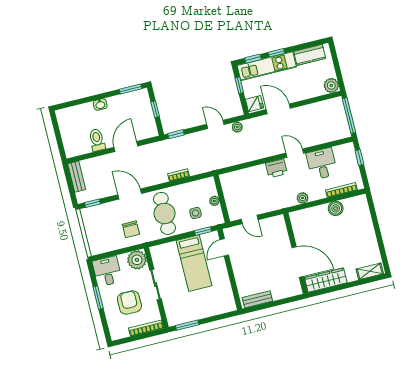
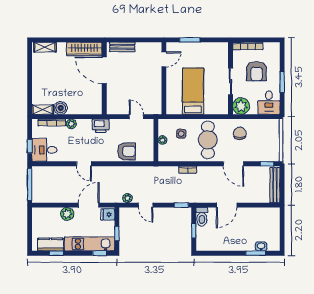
window: (276, 53) -> (56, 253), moved
plant: (331, 85) -> (67, 214), moved
window: (130, 89) -> (256, 253), moved
washbasin: (100, 104) -> (261, 246), moved
door: (278, 109) -> (89, 205), swing flipped
toilet: (97, 140) -> (202, 217), moved
desk: (322, 164) -> (44, 150), moved, turned 90
printer: (276, 168) -> (101, 126), moved, turned 180
bench: (77, 177) -> (275, 185), width x1.36
armchair: (251, 179) -> (127, 151), added
plant: (303, 198) -> (71, 124), moved
shelving: (355, 202) -> (43, 110), added
window: (203, 231) -> (179, 117), removed
door: (224, 247) -> (164, 59), moved
bench: (257, 299) -> (122, 47), moved
window: (187, 325) -> (190, 40), moved

